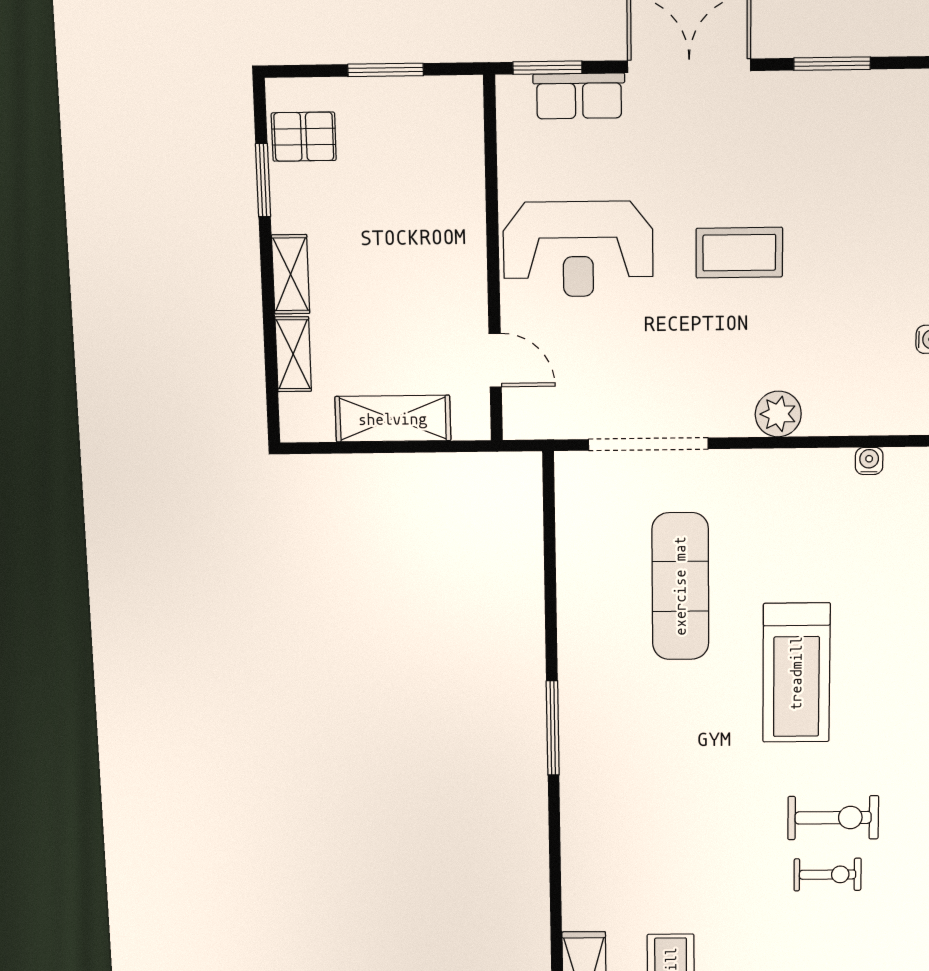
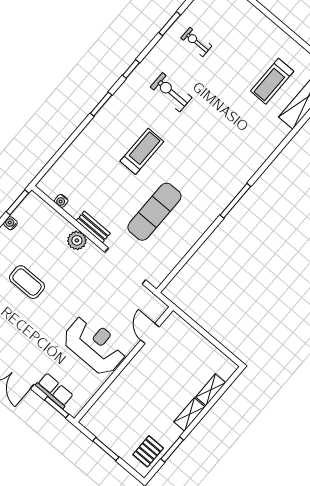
pallet: (304, 137) -> (148, 451), turned 90
coffee table: (739, 253) -> (27, 282), moved
shelving: (393, 419) -> (198, 343), removed
bench: (769, 464) -> (93, 227), added
treadmill: (796, 673) -> (142, 151), width x0.73, depth x0.73
exercise bike: (828, 875) -> (196, 42), moved

